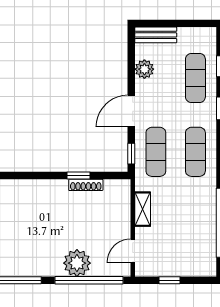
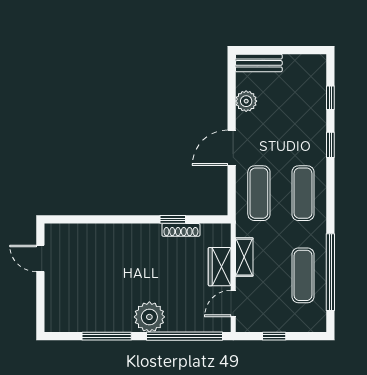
exercise mat: (195, 78) -> (303, 275), moved
window: (131, 154) -> (232, 195), removed
wardrobe: (121, 218) -> (220, 267), added
plant: (77, 263) -> (149, 317), moved

